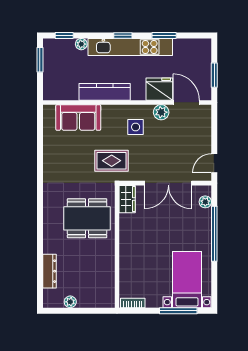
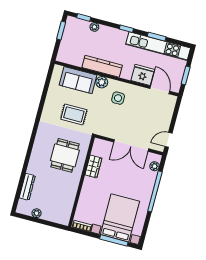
kitchen unit: (130, 47) -> (158, 46), moved
plant: (161, 112) -> (102, 82), moved
rug: (112, 161) -> (74, 114), moved
wardrobe: (127, 199) -> (93, 166), moved
dining table: (87, 218) -> (65, 155), width x0.73
bed with nightstands: (187, 280) -> (120, 218), width x1.36

